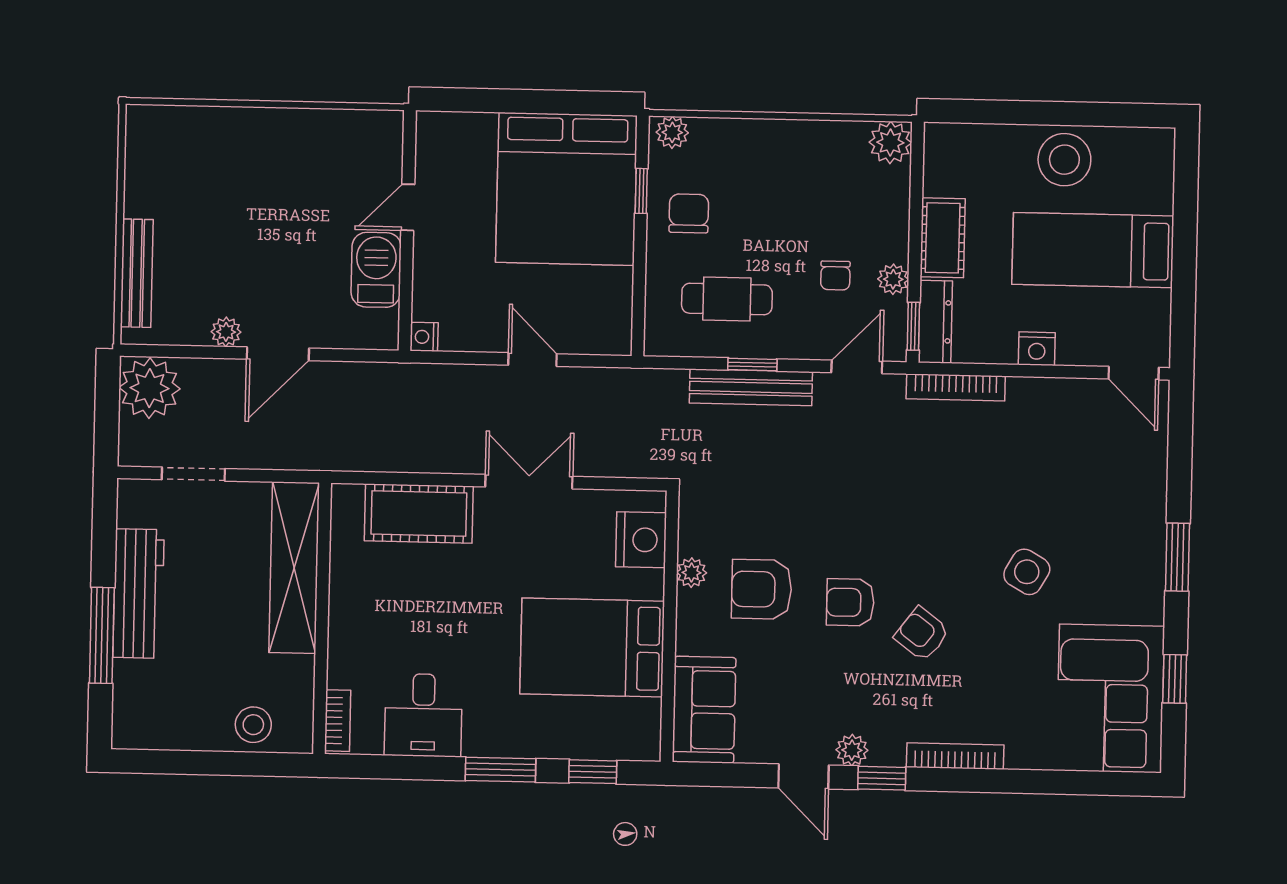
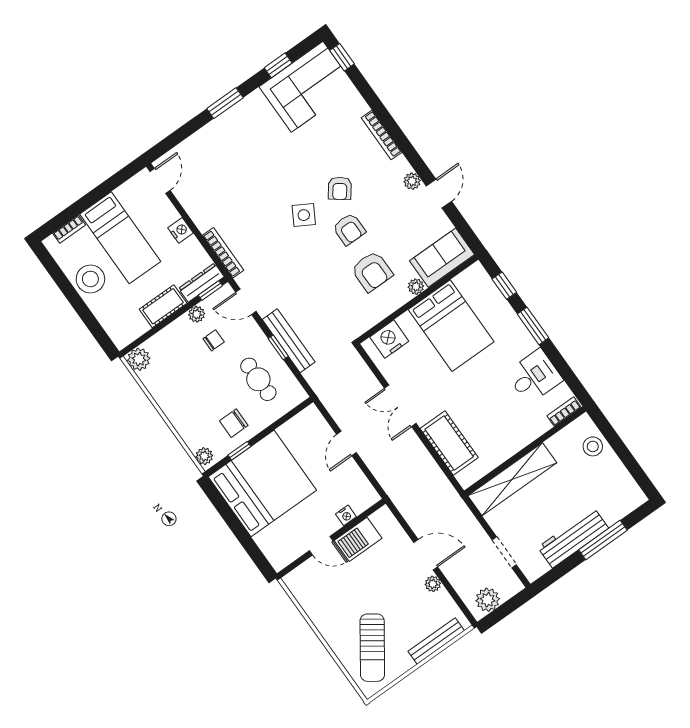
sun lounger: (198, 170) -> (372, 648), added
bookcase: (1163, 183) -> (69, 229), added
nightstand: (424, 337) -> (346, 515), moved
plant: (150, 388) -> (488, 600), width x0.73, depth x0.73
side table: (1027, 572) -> (304, 215), moved
plant: (692, 573) -> (416, 287), moved
window: (882, 778) -> (342, 57), moved

